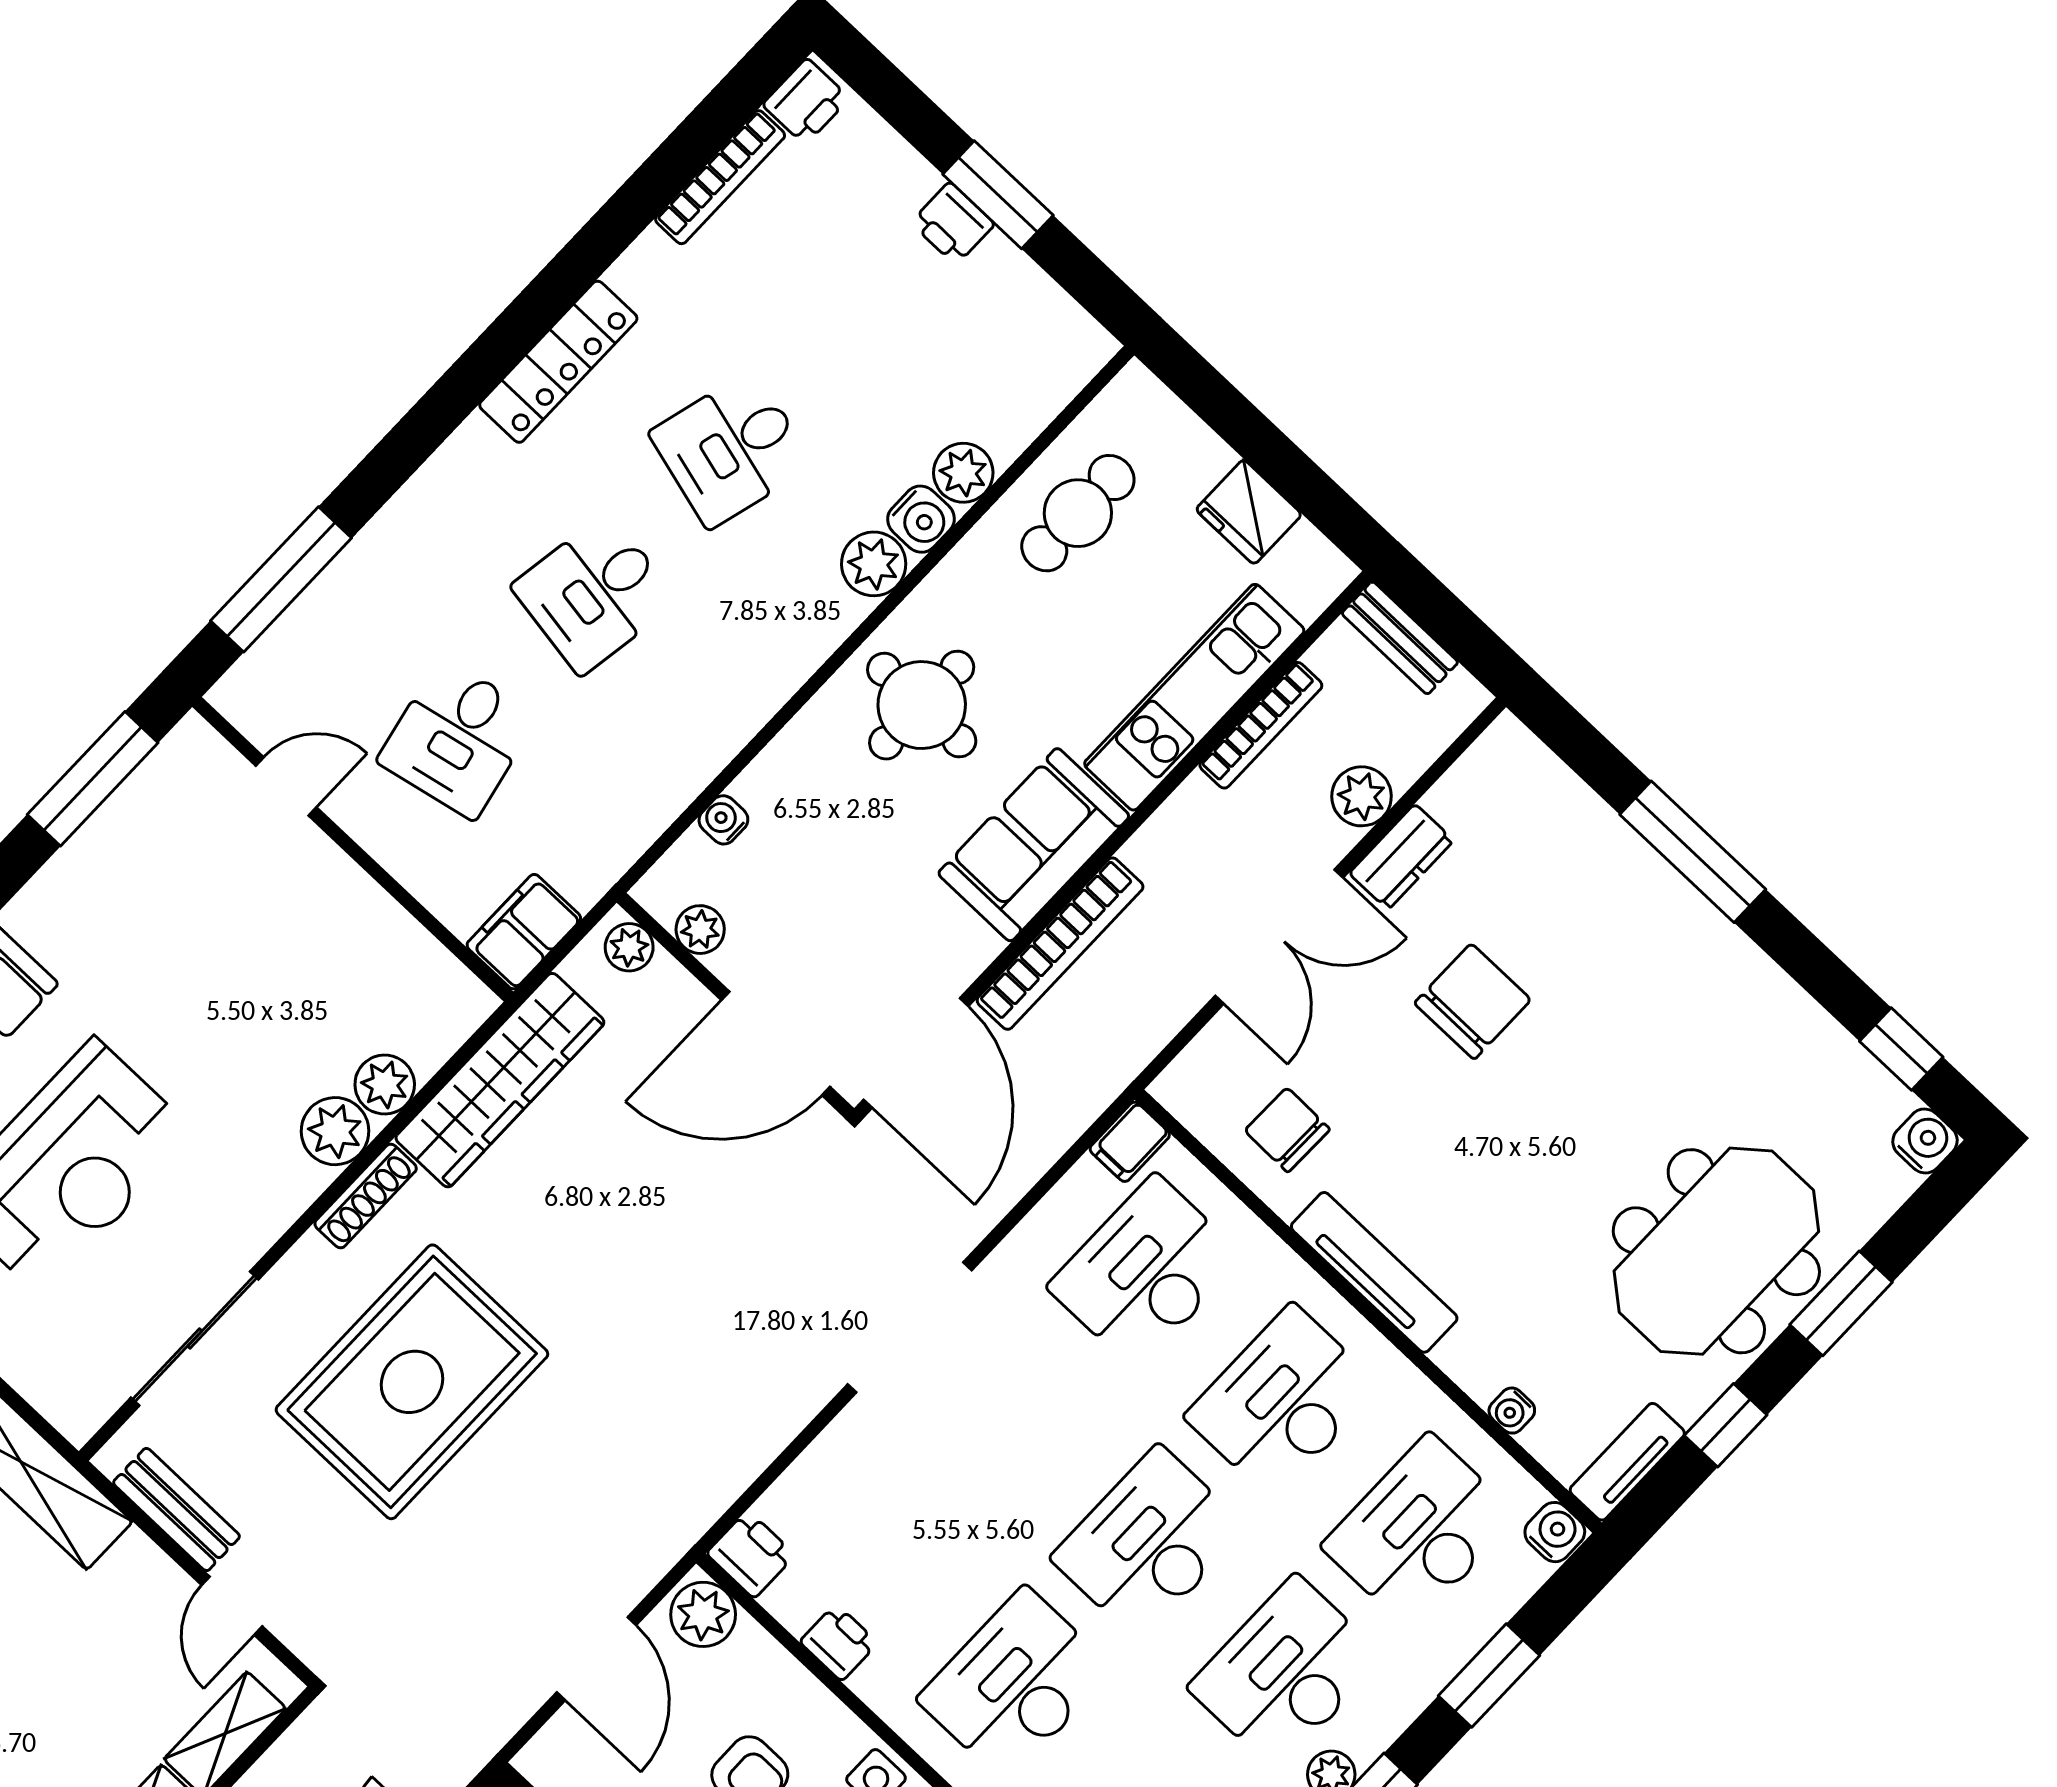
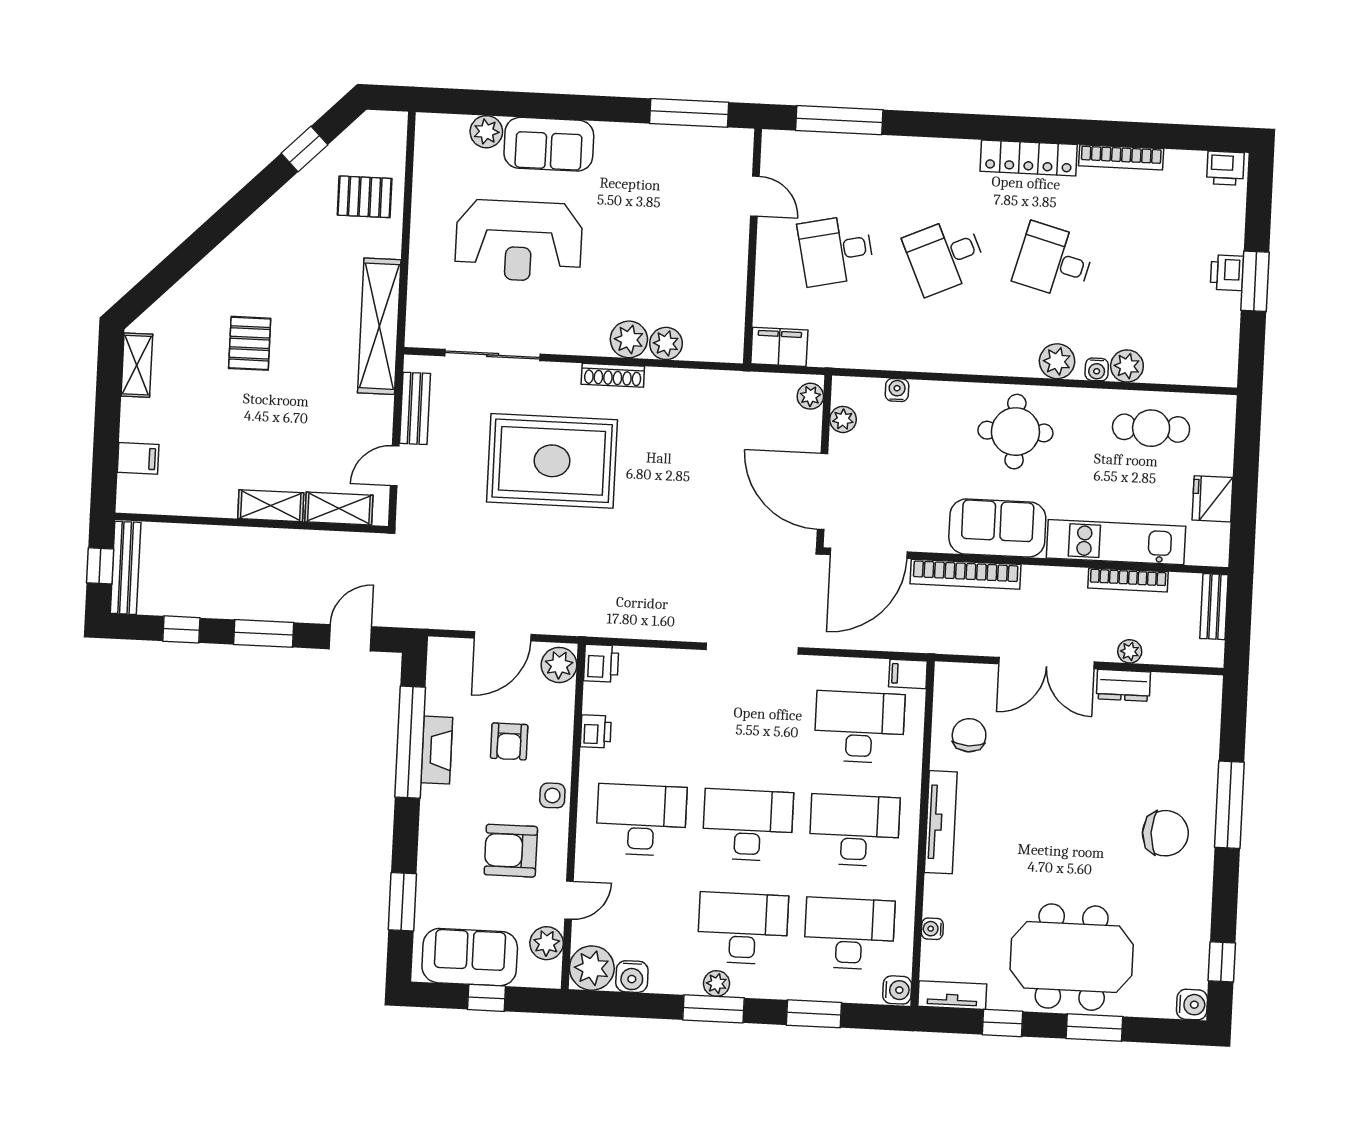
bookcase: (720, 177) -> (1121, 157), moved
water cooler: (921, 519) -> (1097, 369), width x0.72, depth x0.72
desk: (594, 594) -> (945, 256), turned -33
plant: (1362, 796) -> (1130, 651), width x0.73, depth x0.73
chair: (1473, 1001) -> (1165, 833), moved
wardrobe: (500, 1080) -> (709, 390), removed

